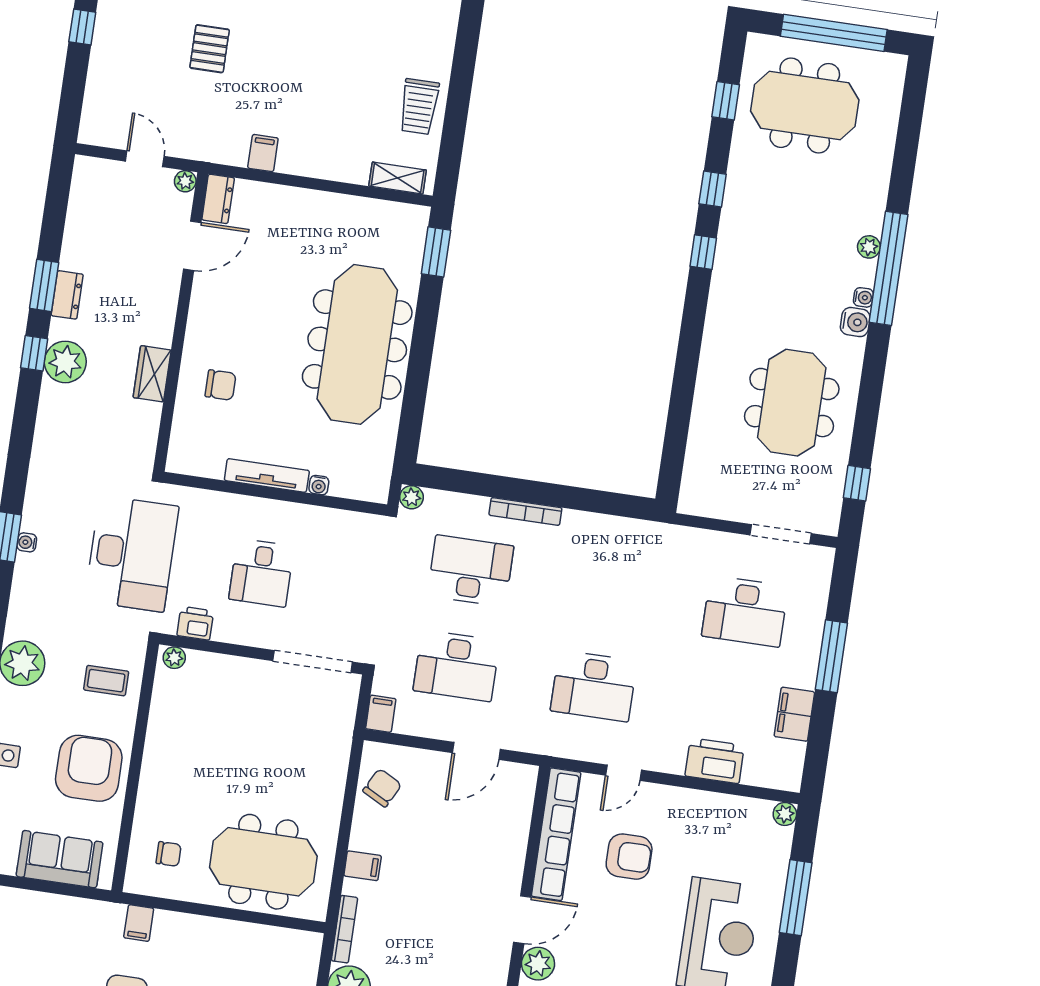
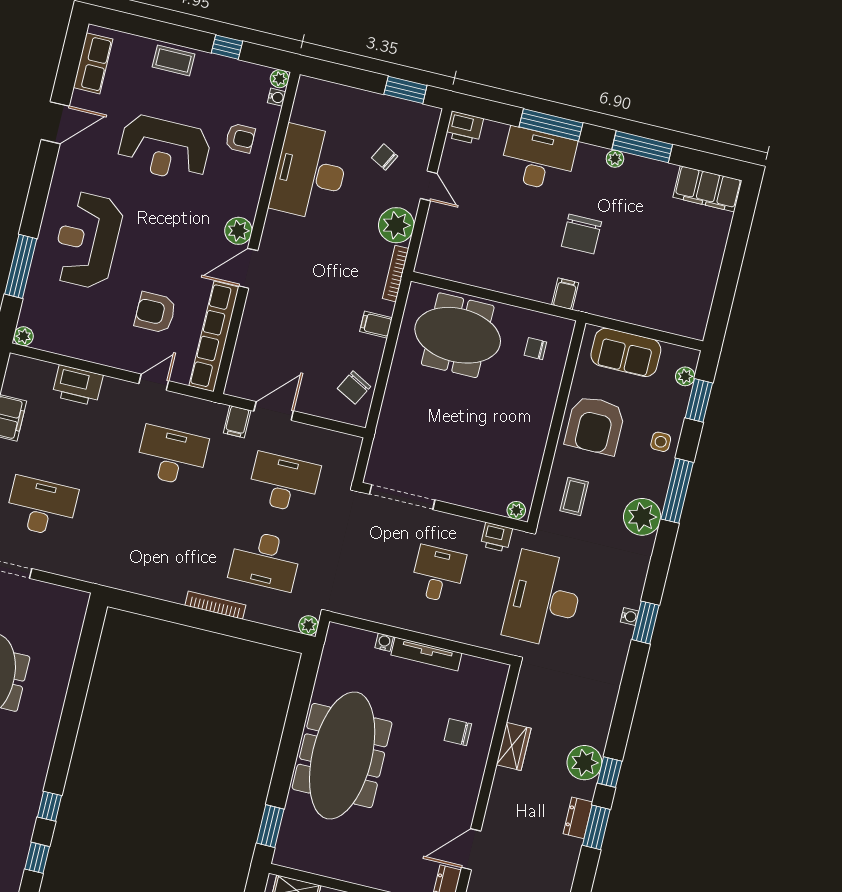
coffee table: (106, 681) -> (574, 496), turned 90
filing cabinet: (381, 714) -> (237, 422), moved

